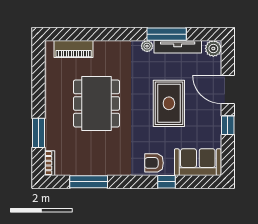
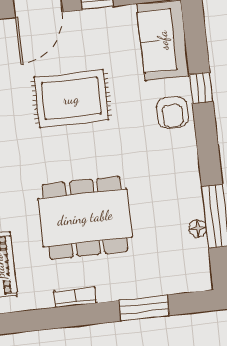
bookcase: (50, 163) -> (75, 297), moved
floor lamp: (83, 170) -> (198, 228), added

